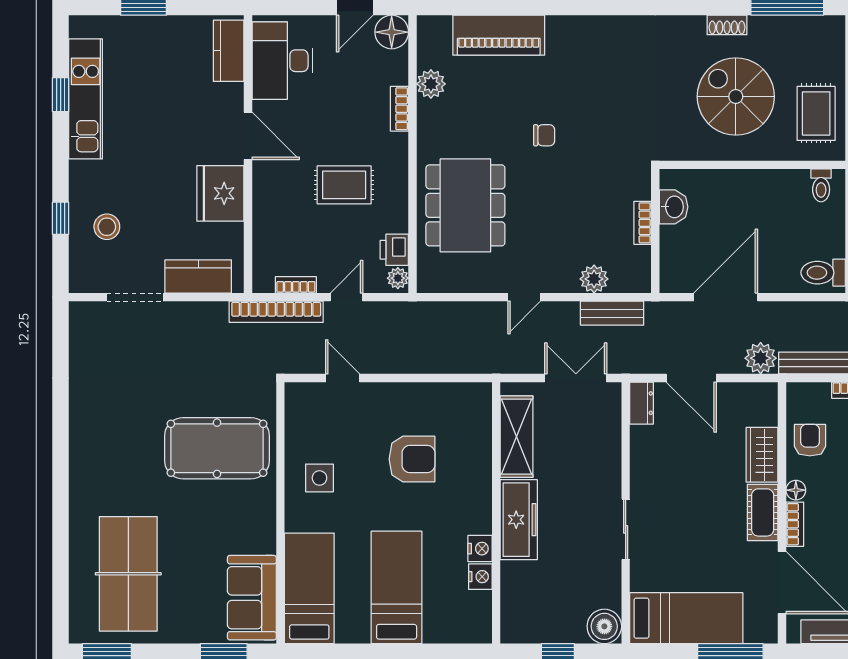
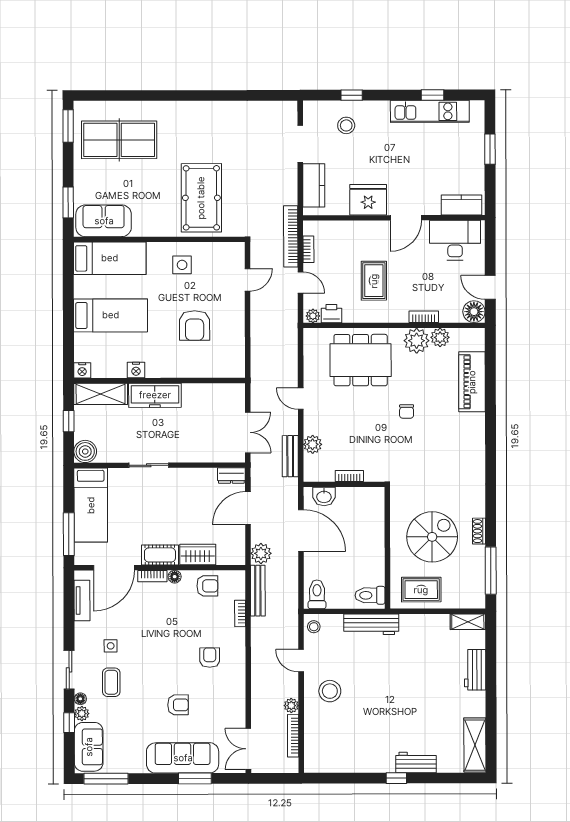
plant: (436, 120) -> (417, 341), added
toilet: (821, 185) -> (370, 595), width x1.37, depth x1.39
washbasin: (674, 207) -> (324, 496), moved
shelving: (516, 437) -> (101, 394), moved
nightstand: (480, 577) -> (82, 370), moved

